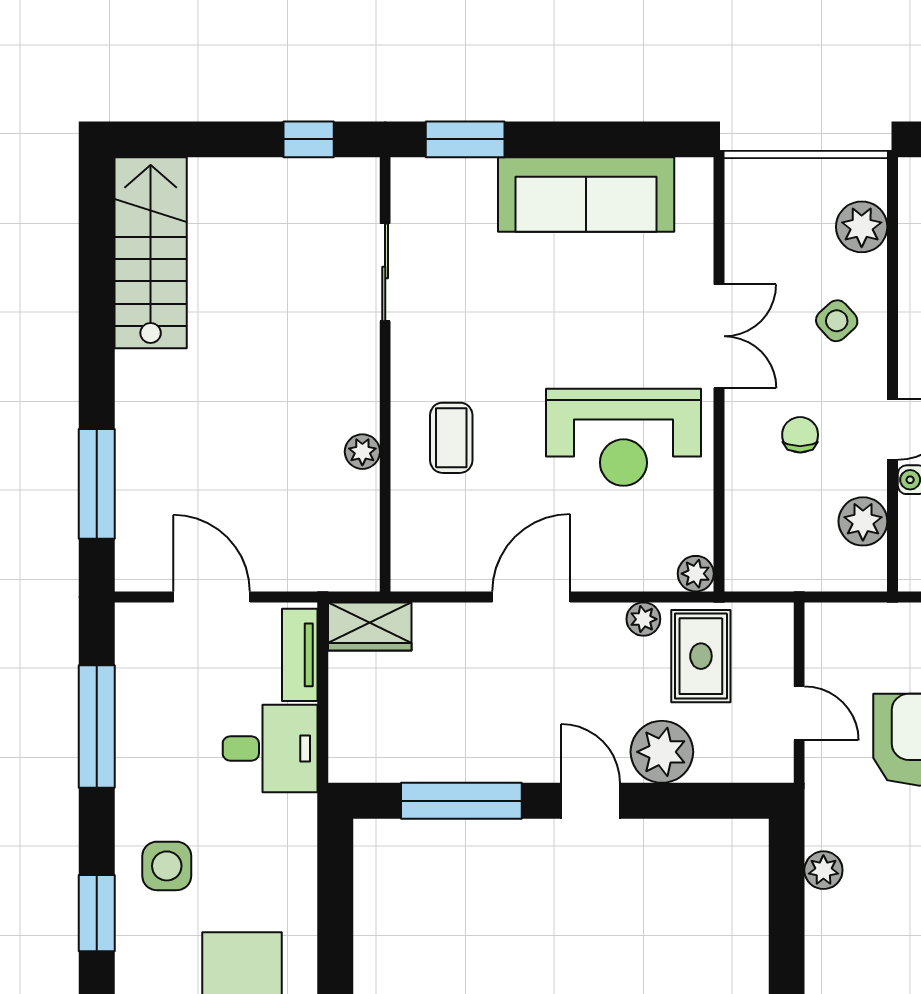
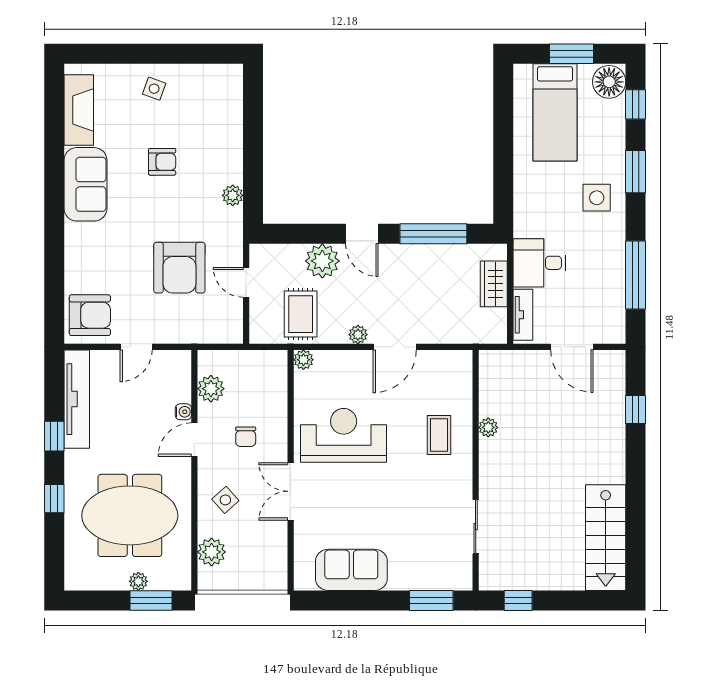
sofa: (586, 195) -> (351, 570), width x0.73
window: (97, 484) -> (636, 409), width x0.46
plant: (643, 619) -> (358, 335), moved
wardrobe: (370, 626) -> (494, 284), moved, turned -90

